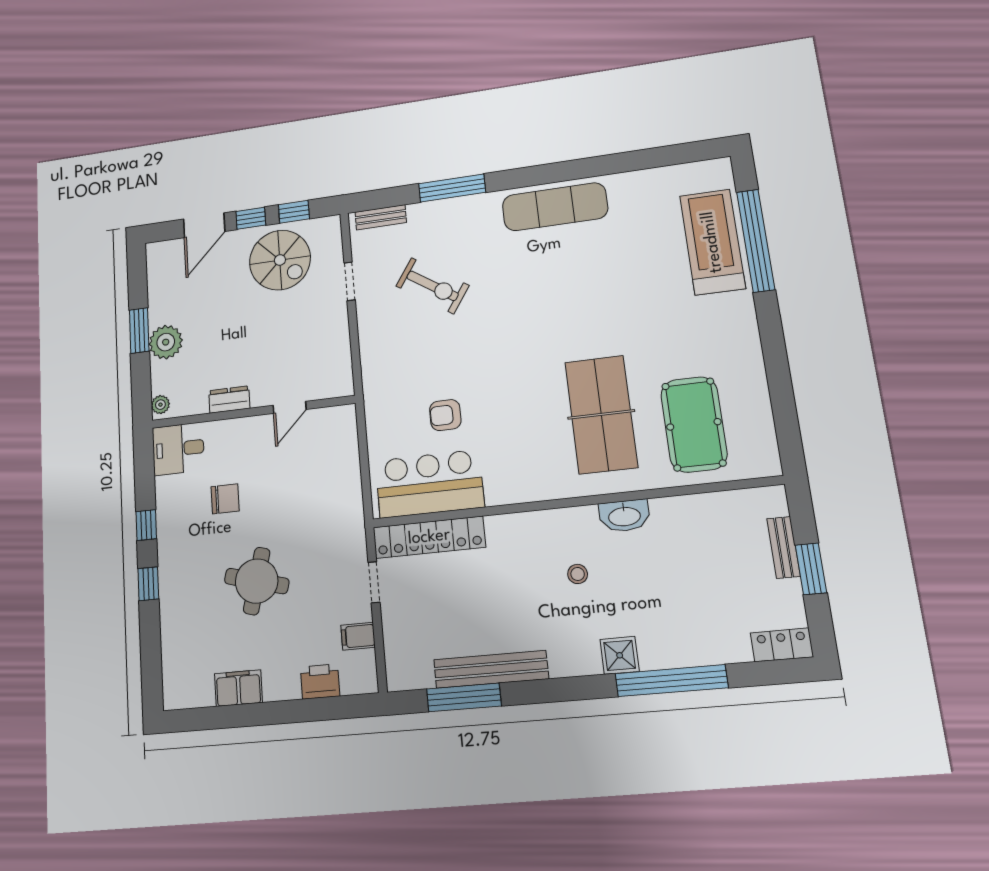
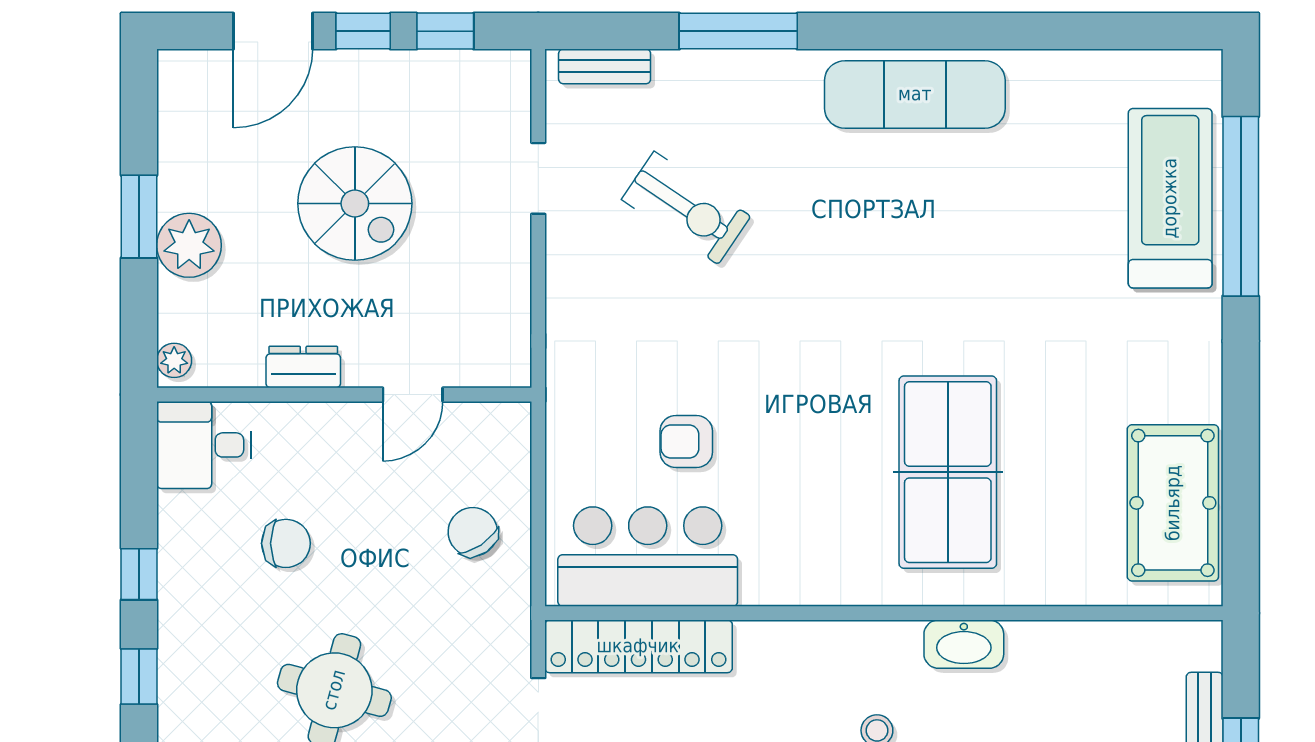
spiral stairs: (280, 260) -> (355, 203), moved
pool table: (694, 424) -> (1173, 503), moved
chair: (328, 481) -> (473, 532), added

